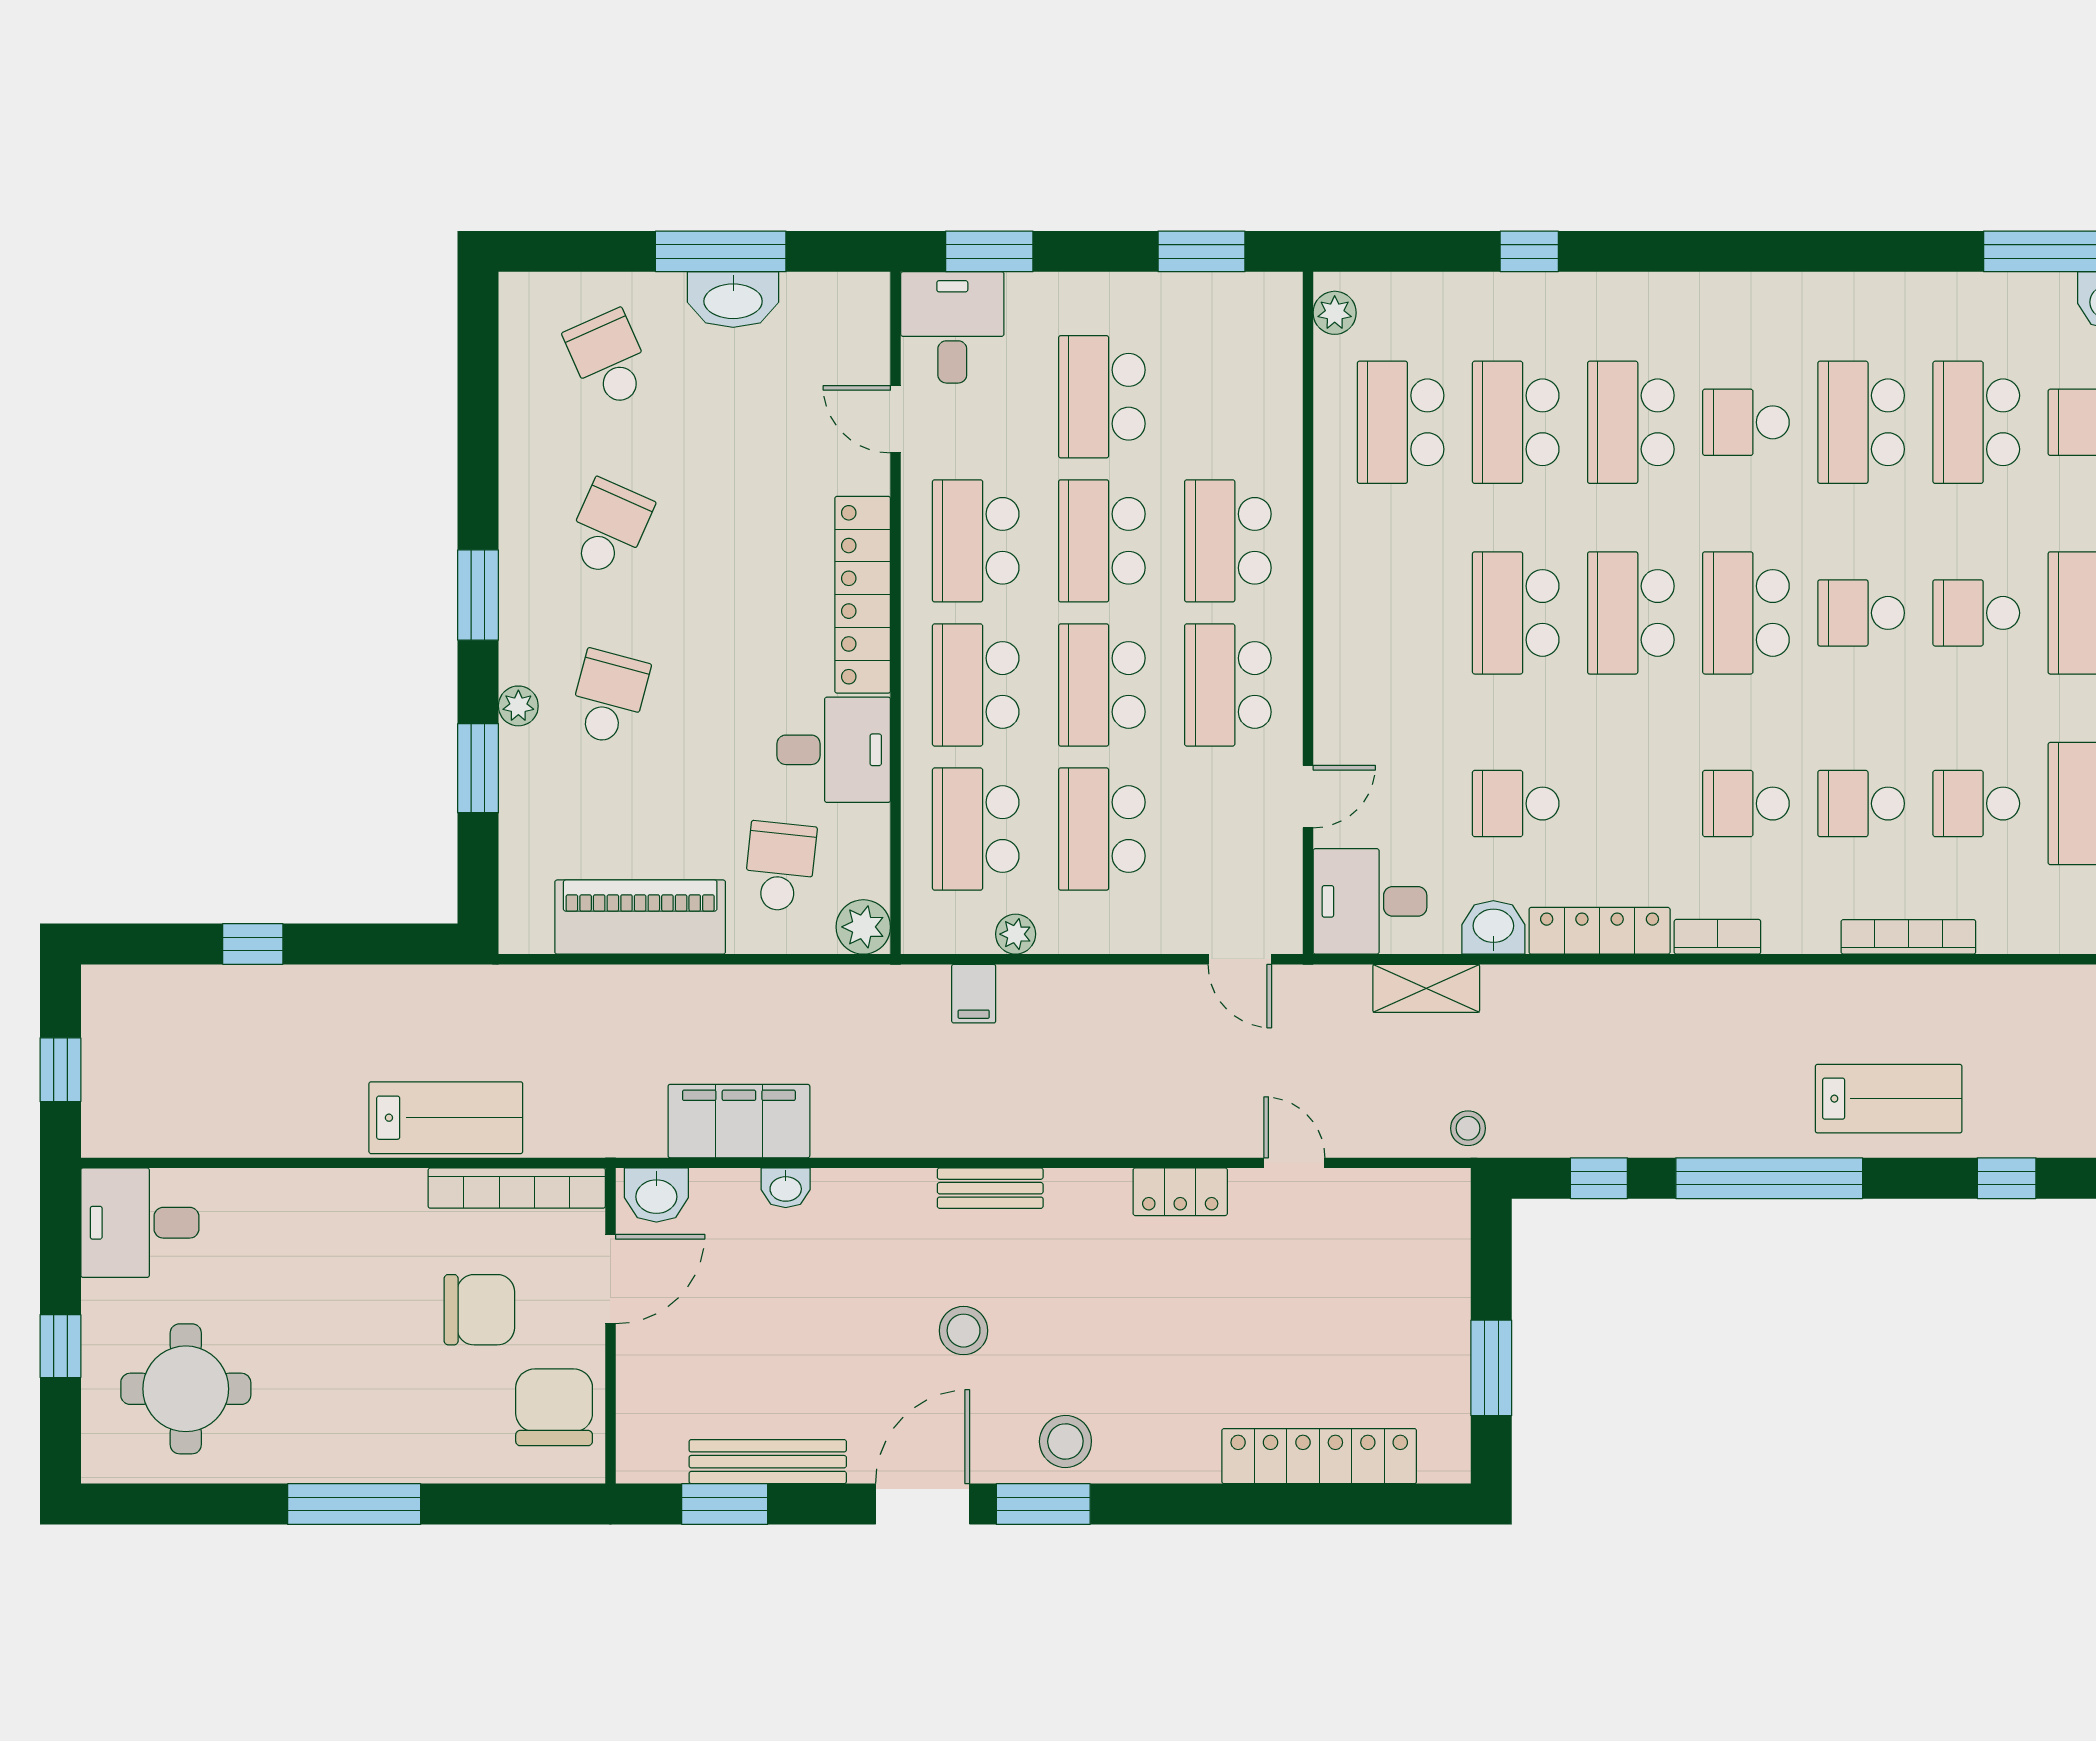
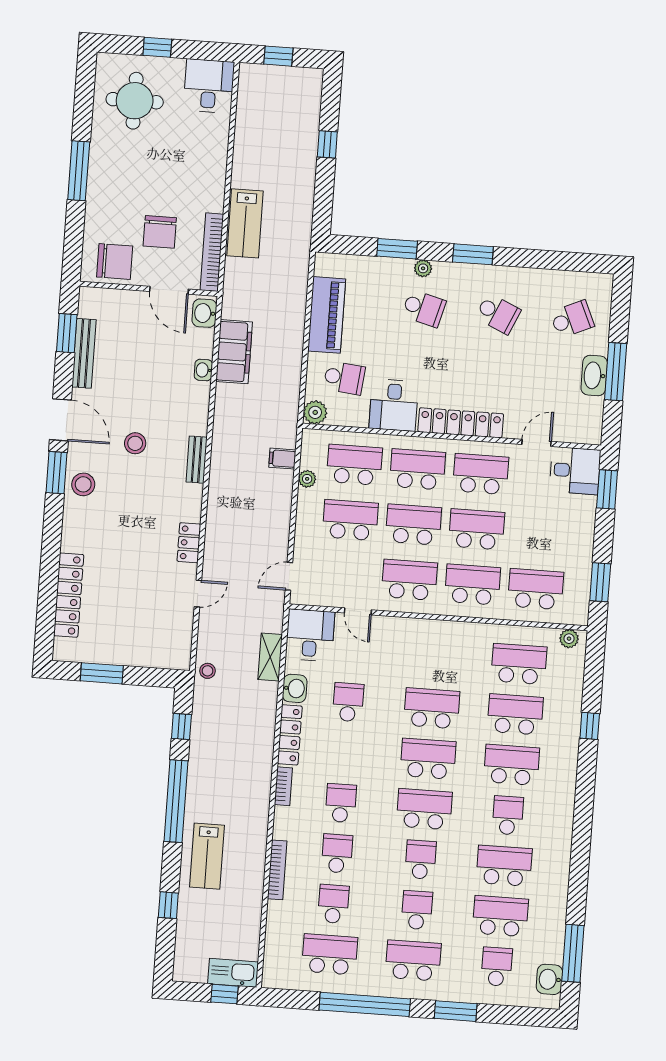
school desk: (1102, 397) -> (536, 589), moved

